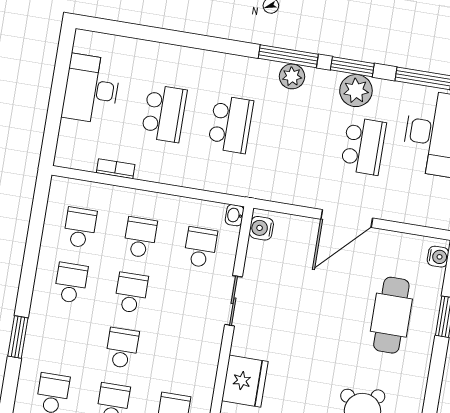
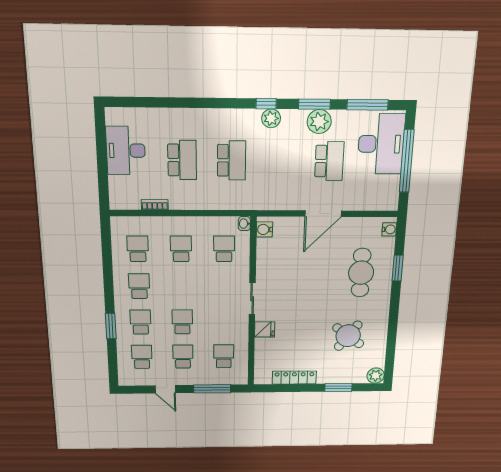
window: (288, 56) -> (266, 104), width x0.46
school desk: (131, 293) -> (141, 322), moved
sliding door: (233, 301) -> (252, 299), moved
fridge: (245, 381) -> (265, 329), width x0.53, depth x0.75

